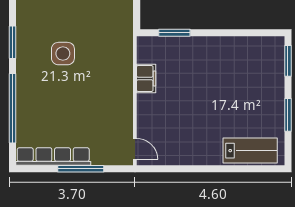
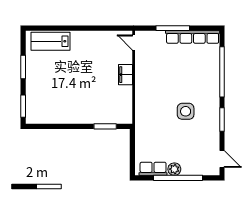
filing cabinet: (146, 78) -> (126, 75), moved

